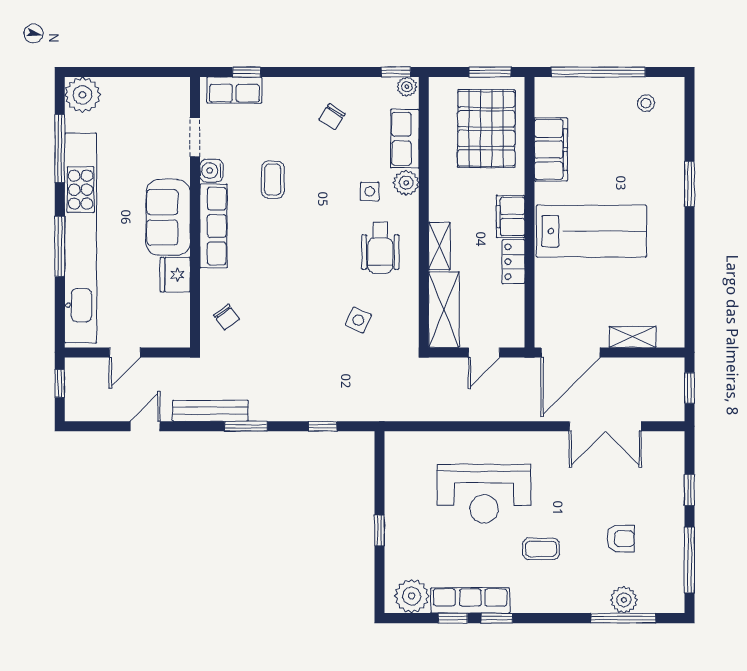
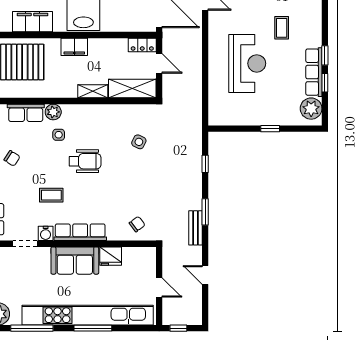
wheelchair: (380, 248) -> (85, 161), moved
locker: (513, 262) -> (142, 45), moved
bench: (210, 411) -> (195, 228), width x0.73

